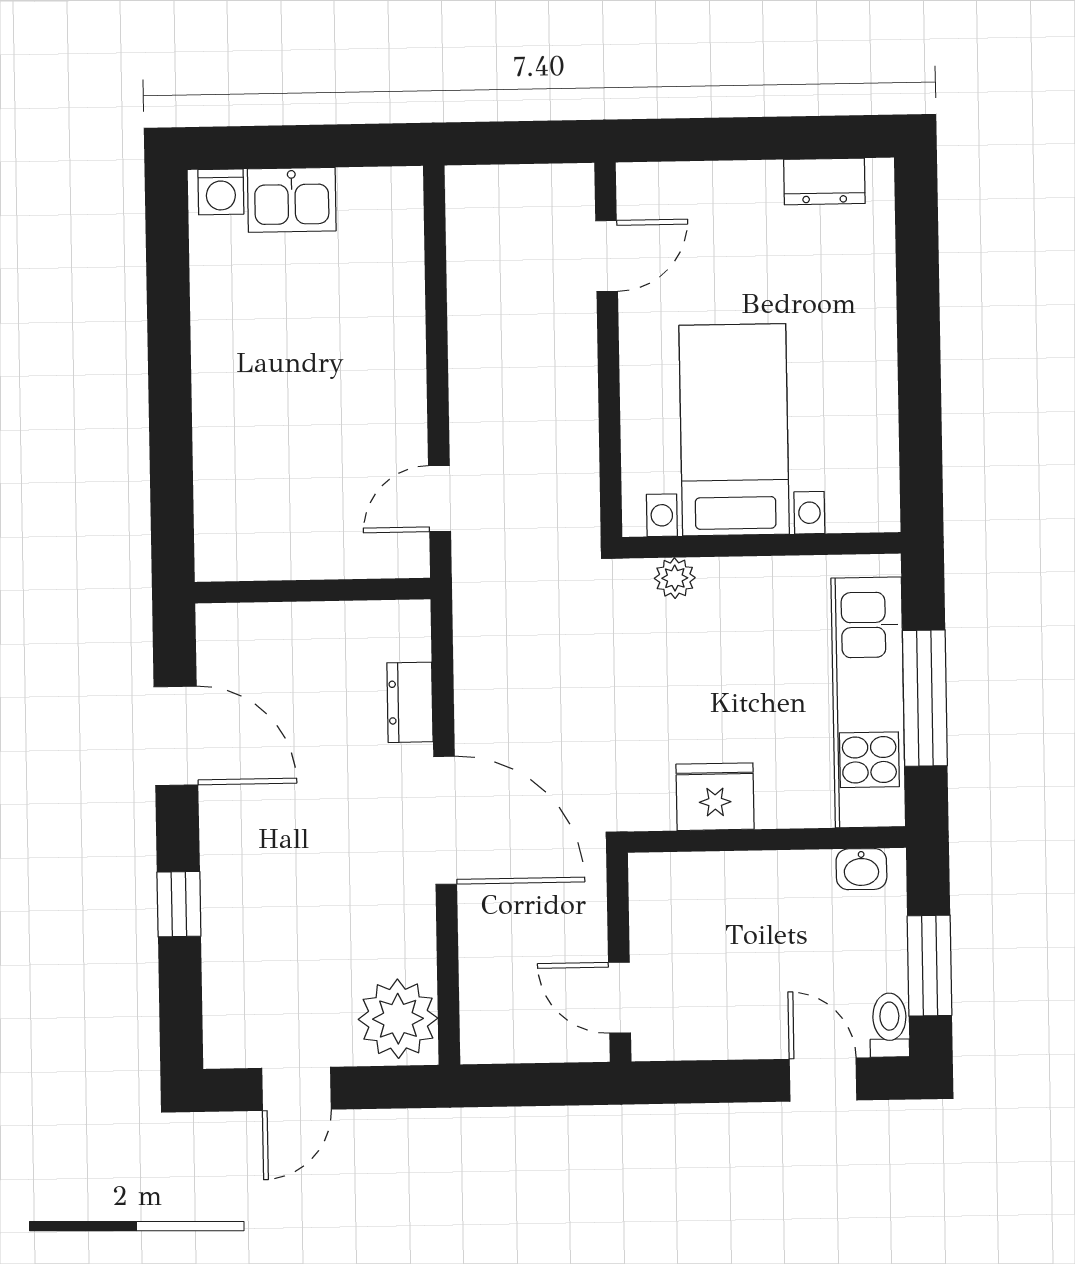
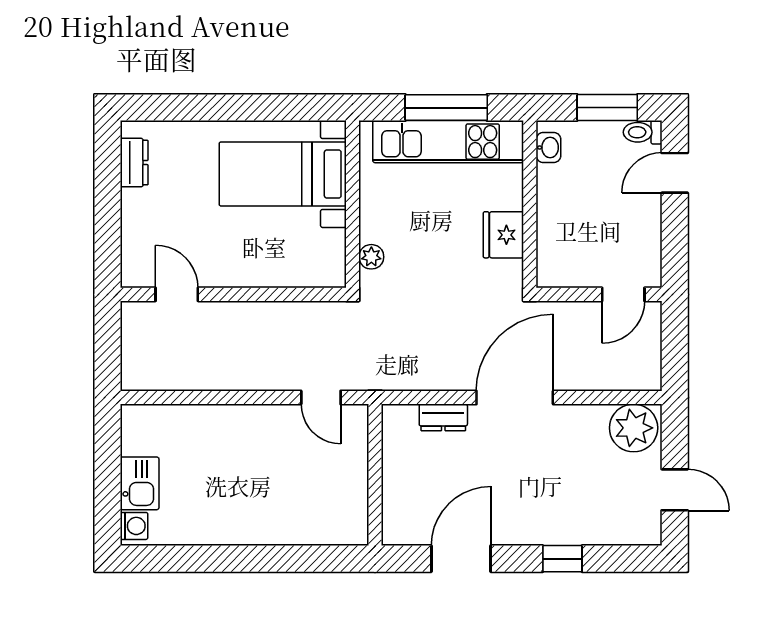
bed with nightstands: (734, 430) -> (283, 174), moved

